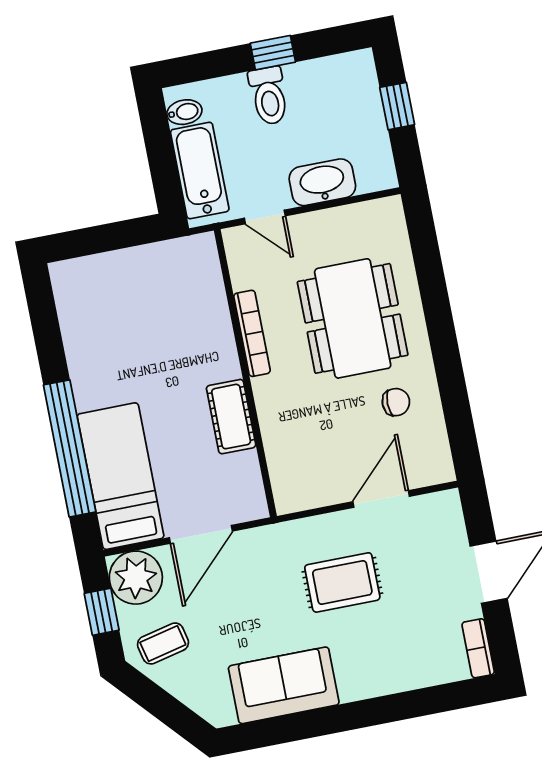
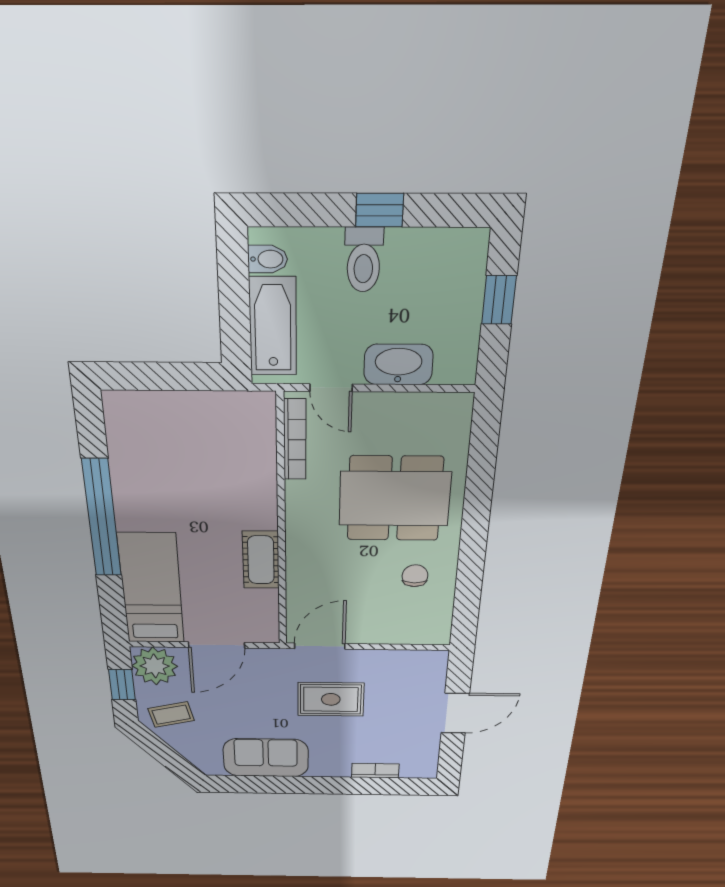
dining table: (353, 318) -> (395, 499), turned 90
bookcase: (252, 333) -> (295, 440), moved
chair: (396, 402) -> (415, 576), turned -90
window: (70, 448) -> (102, 518), moved
door: (381, 499) -> (320, 646), moved
bookcase: (478, 648) -> (375, 771), moved, turned 90

